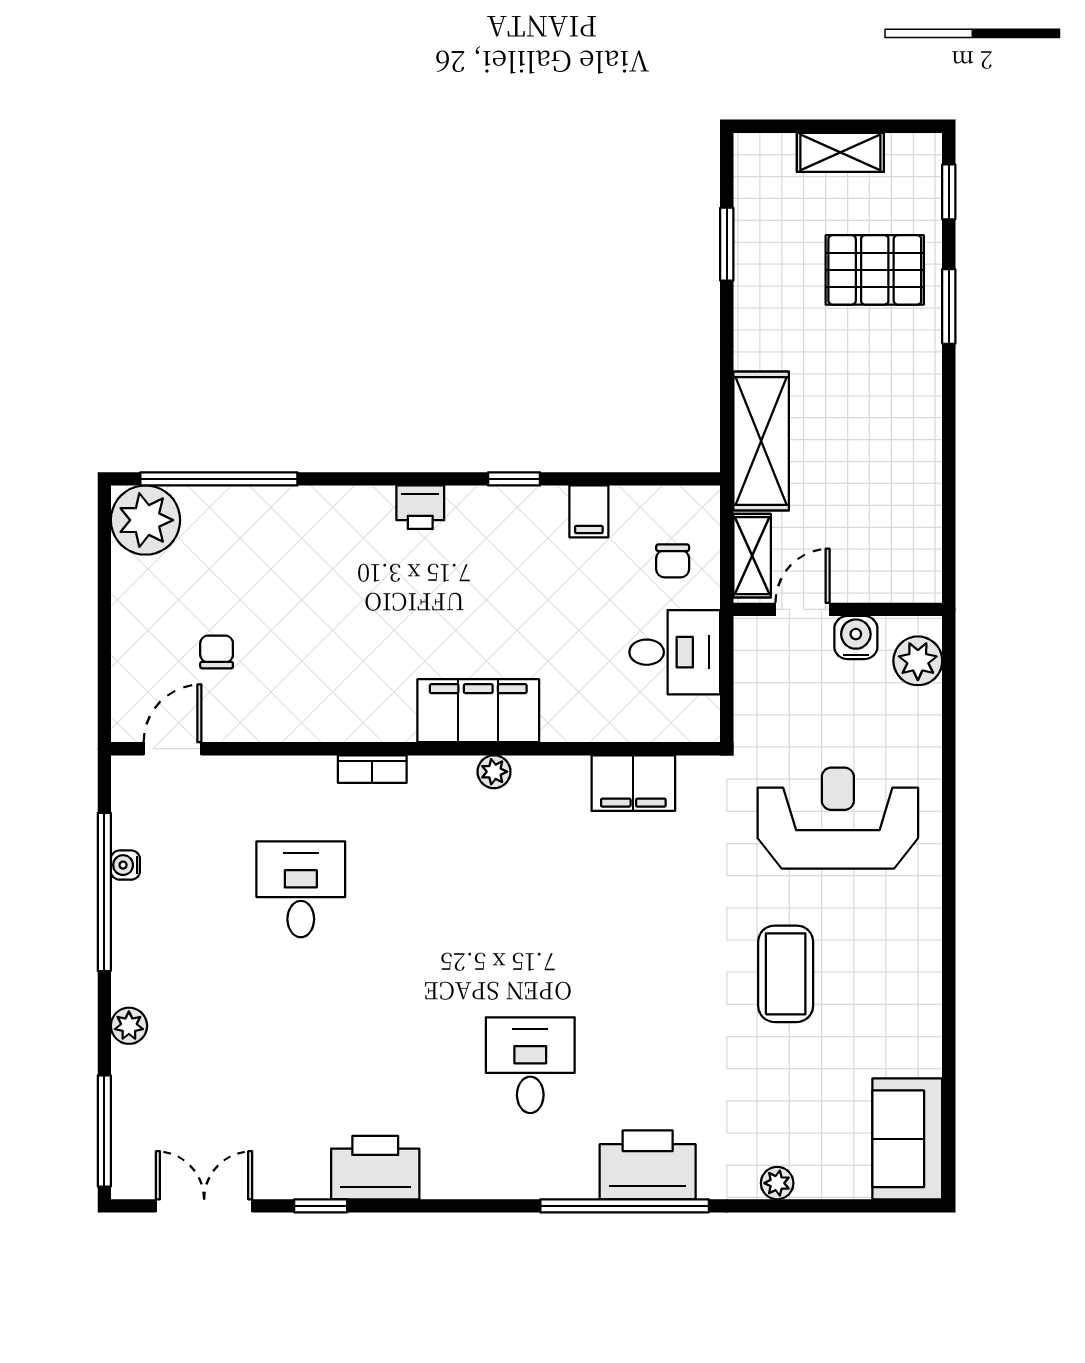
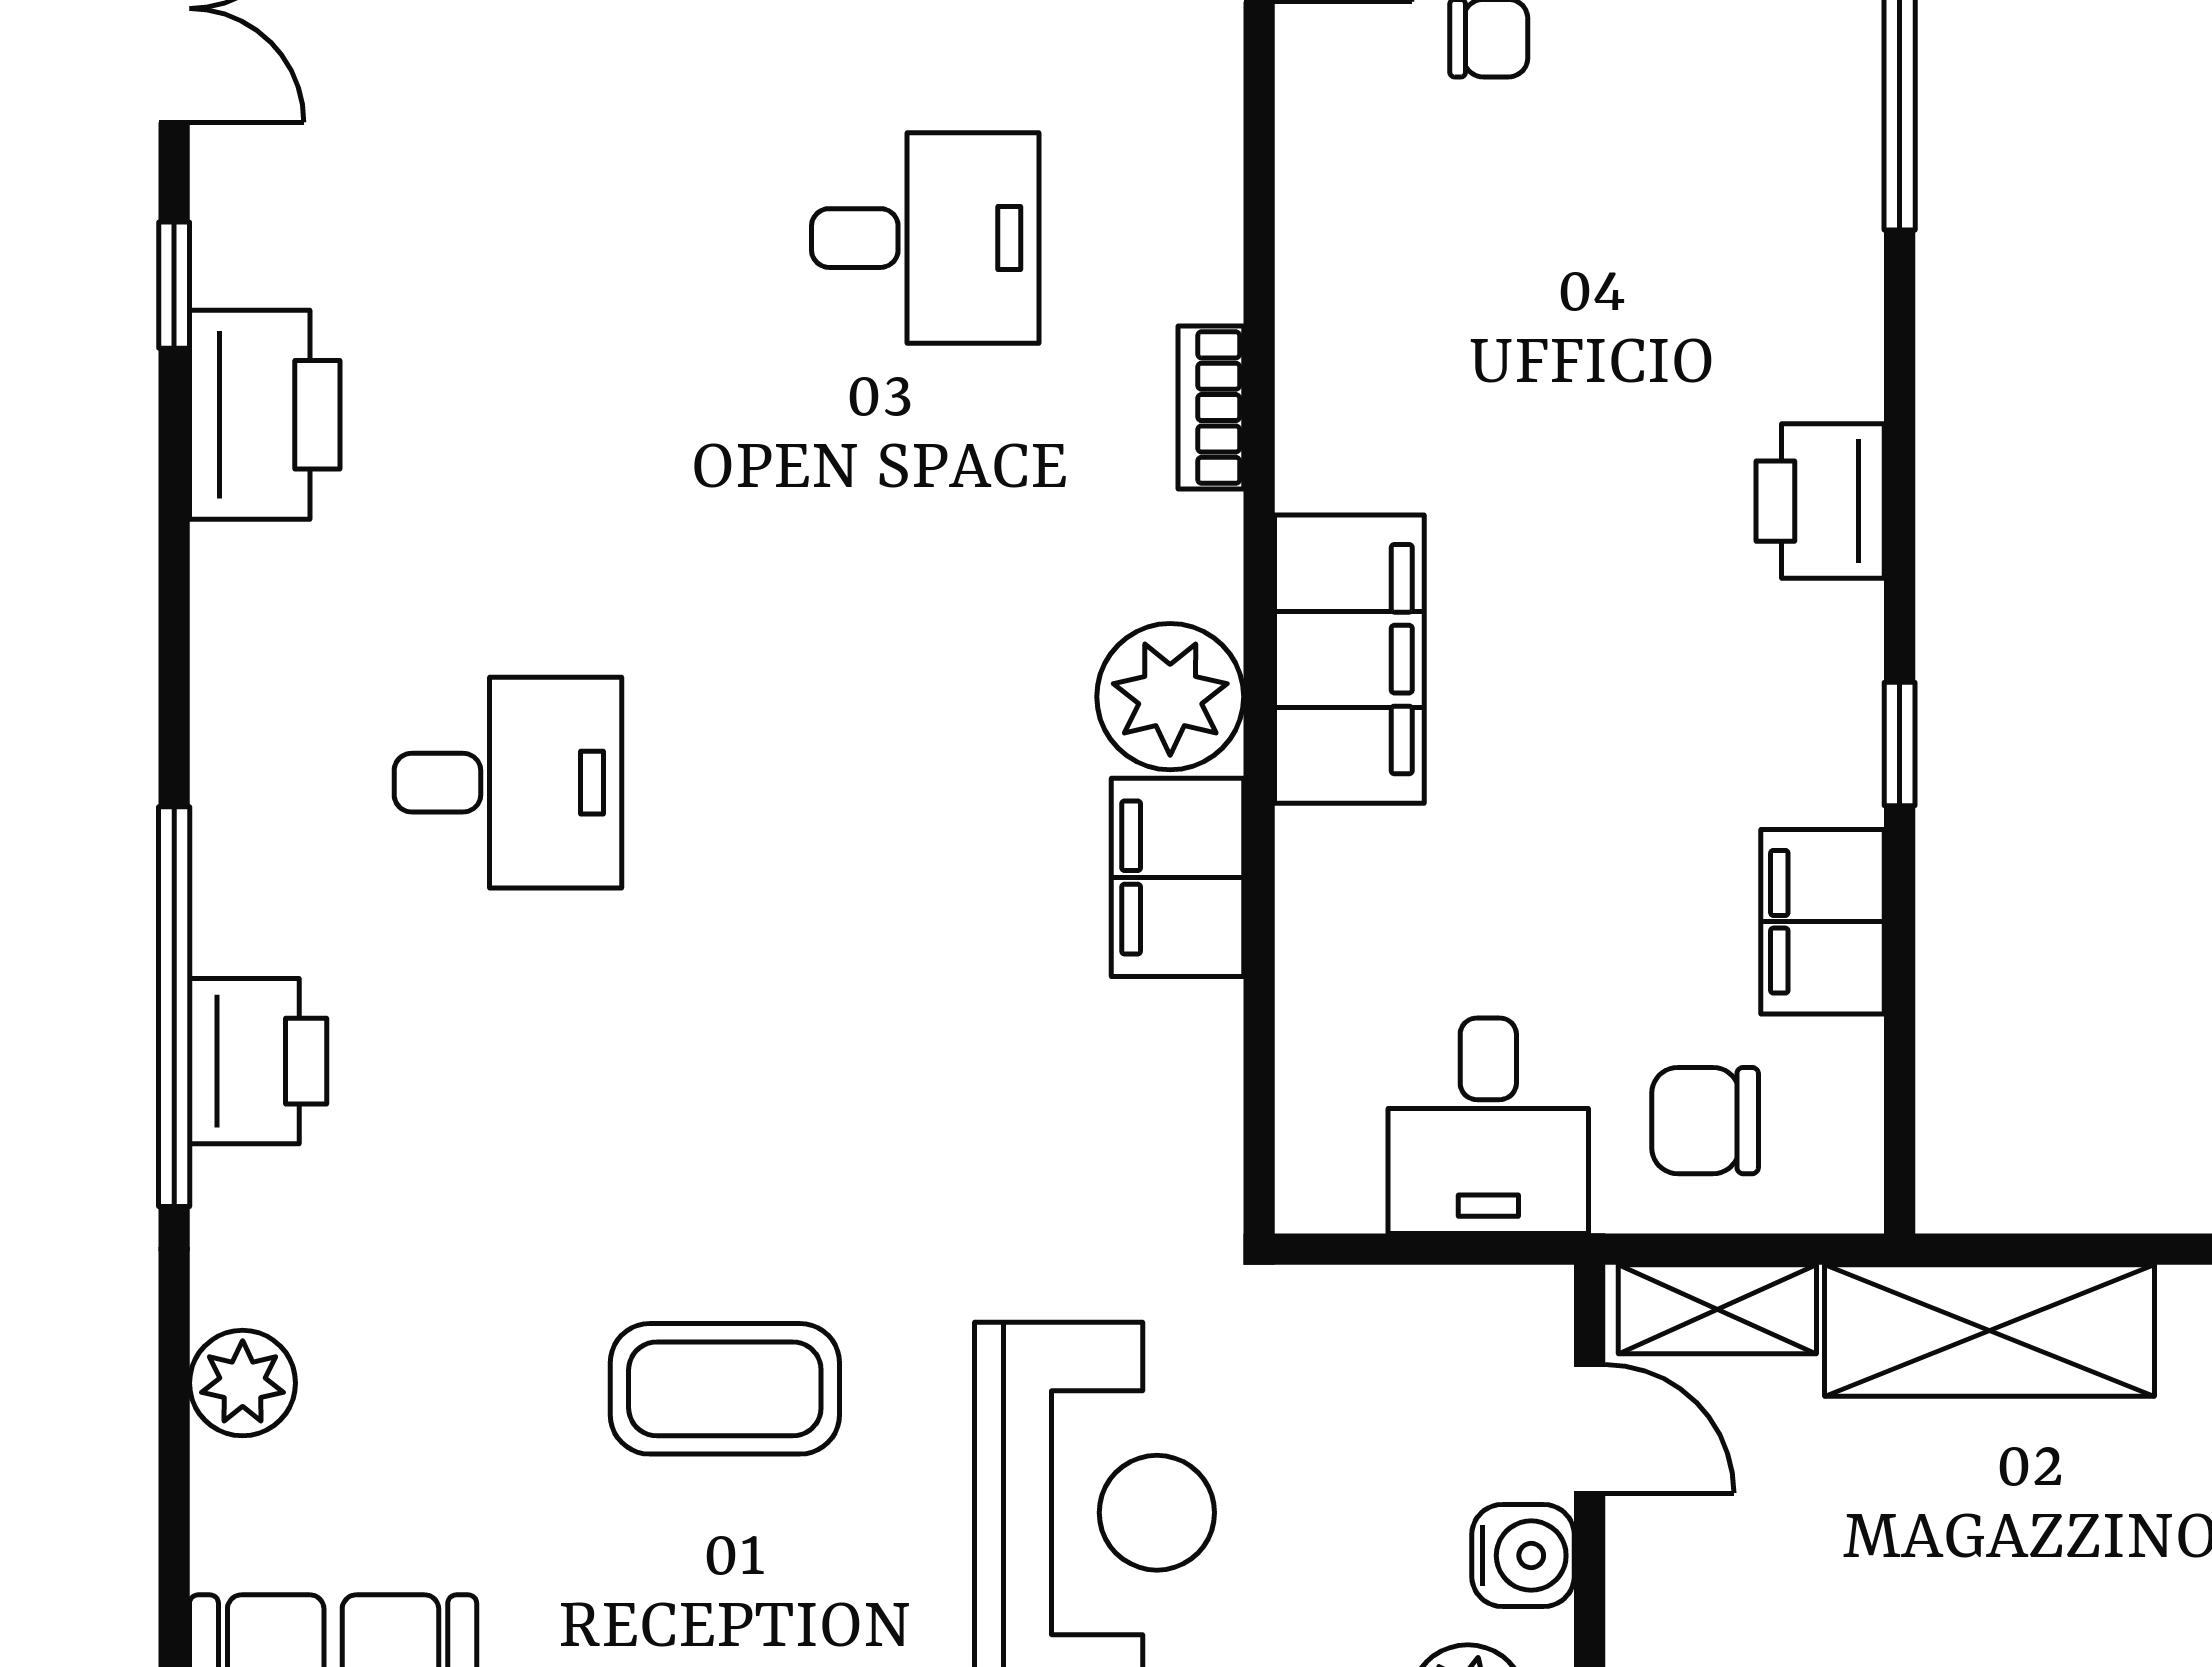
printer: (420, 507) -> (1820, 501), width x1.36, depth x1.24
filing cabinet: (589, 511) -> (1823, 922), width x2.00
chair: (673, 561) -> (1705, 1121), width x1.37, depth x1.37
plant: (494, 772) -> (1170, 697), width x1.87, depth x1.87
filing cabinet: (633, 783) -> (1177, 877), moved
printer: (648, 1165) -> (258, 1061), width x0.73, depth x0.84
plant: (777, 1183) -> (243, 1383), width x1.38, depth x1.38

